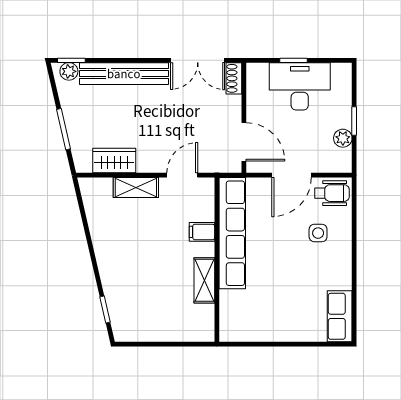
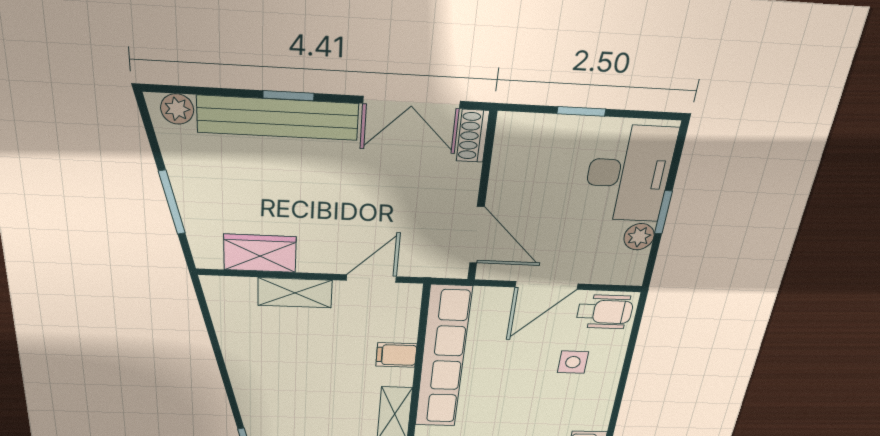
window: (71, 60) -> (288, 96), moved
desk: (300, 86) -> (629, 174), moved, turned 90

